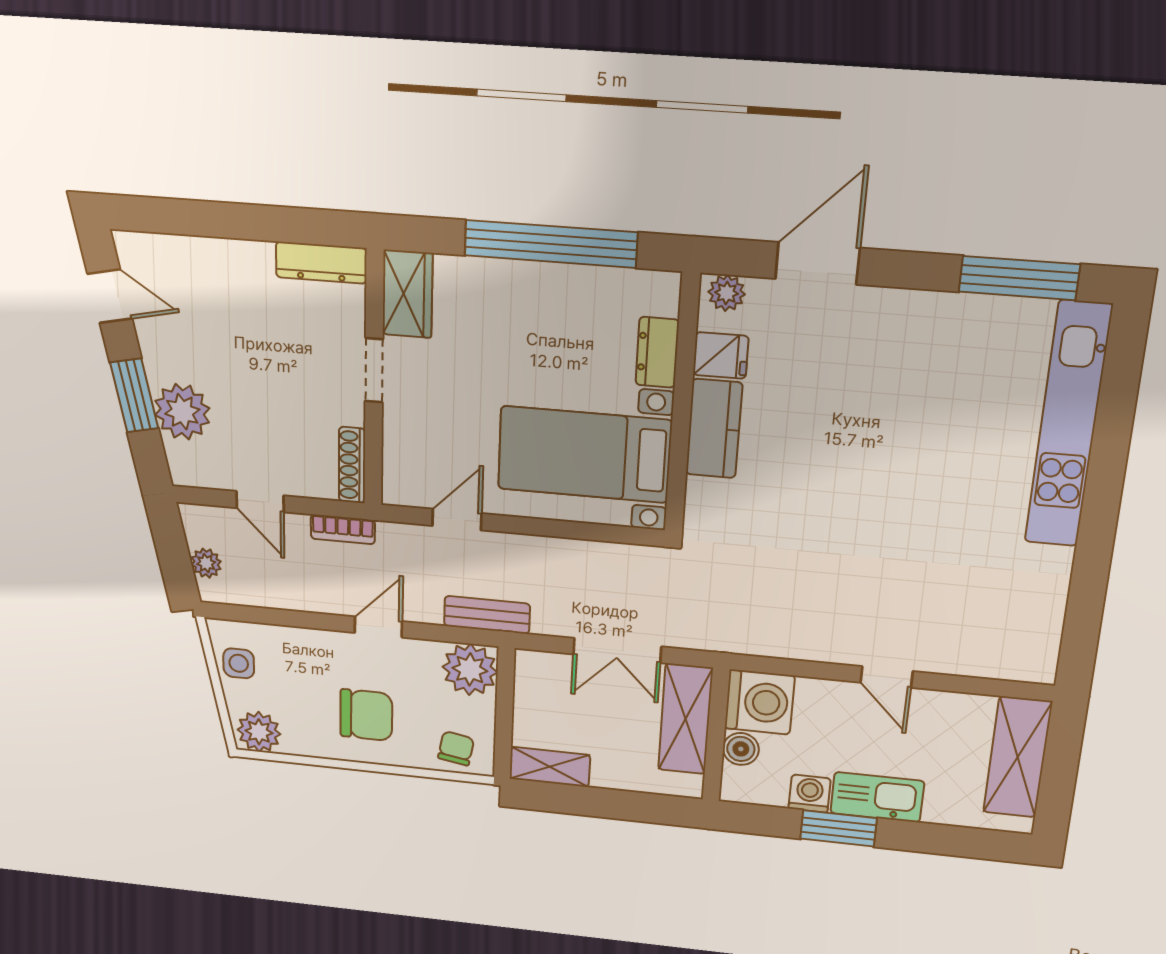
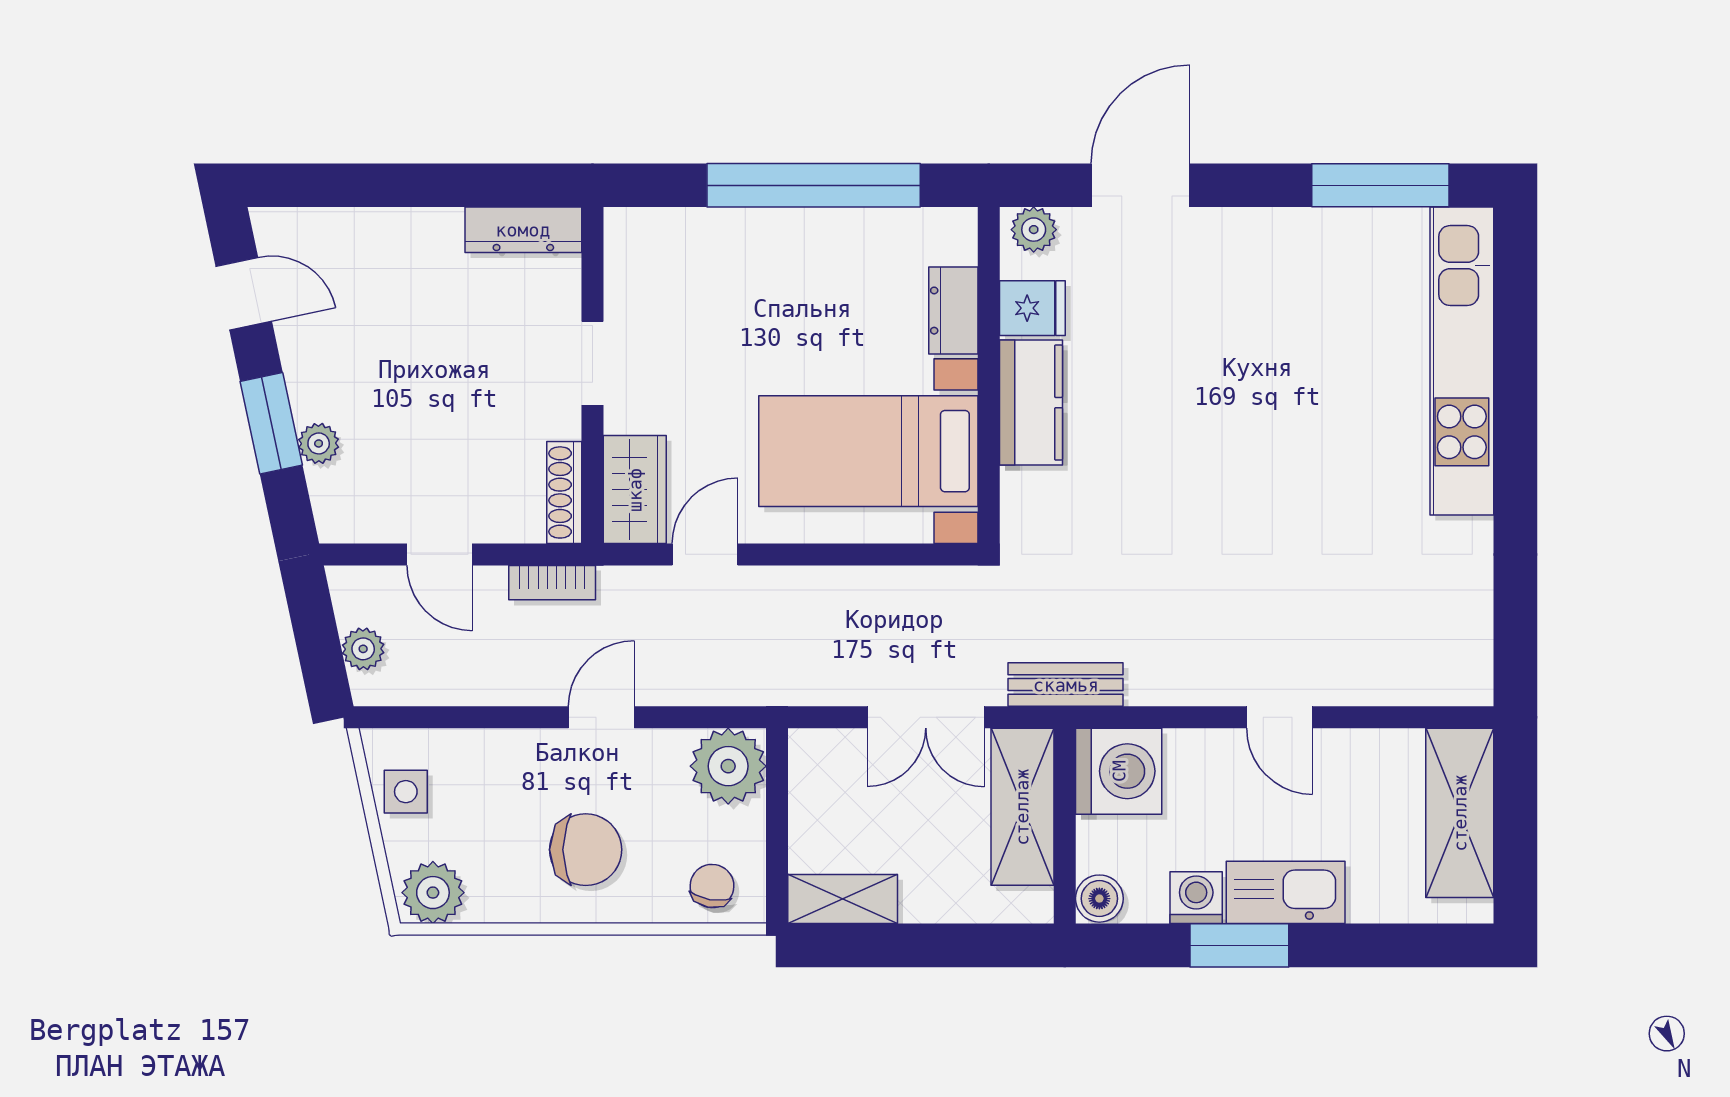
wardrobe: (407, 294) -> (635, 490), moved
plant: (182, 412) -> (319, 443), width x0.53, depth x0.53
bench: (487, 615) -> (1066, 685), moved
boiler: (741, 749) -> (1099, 899), moved

